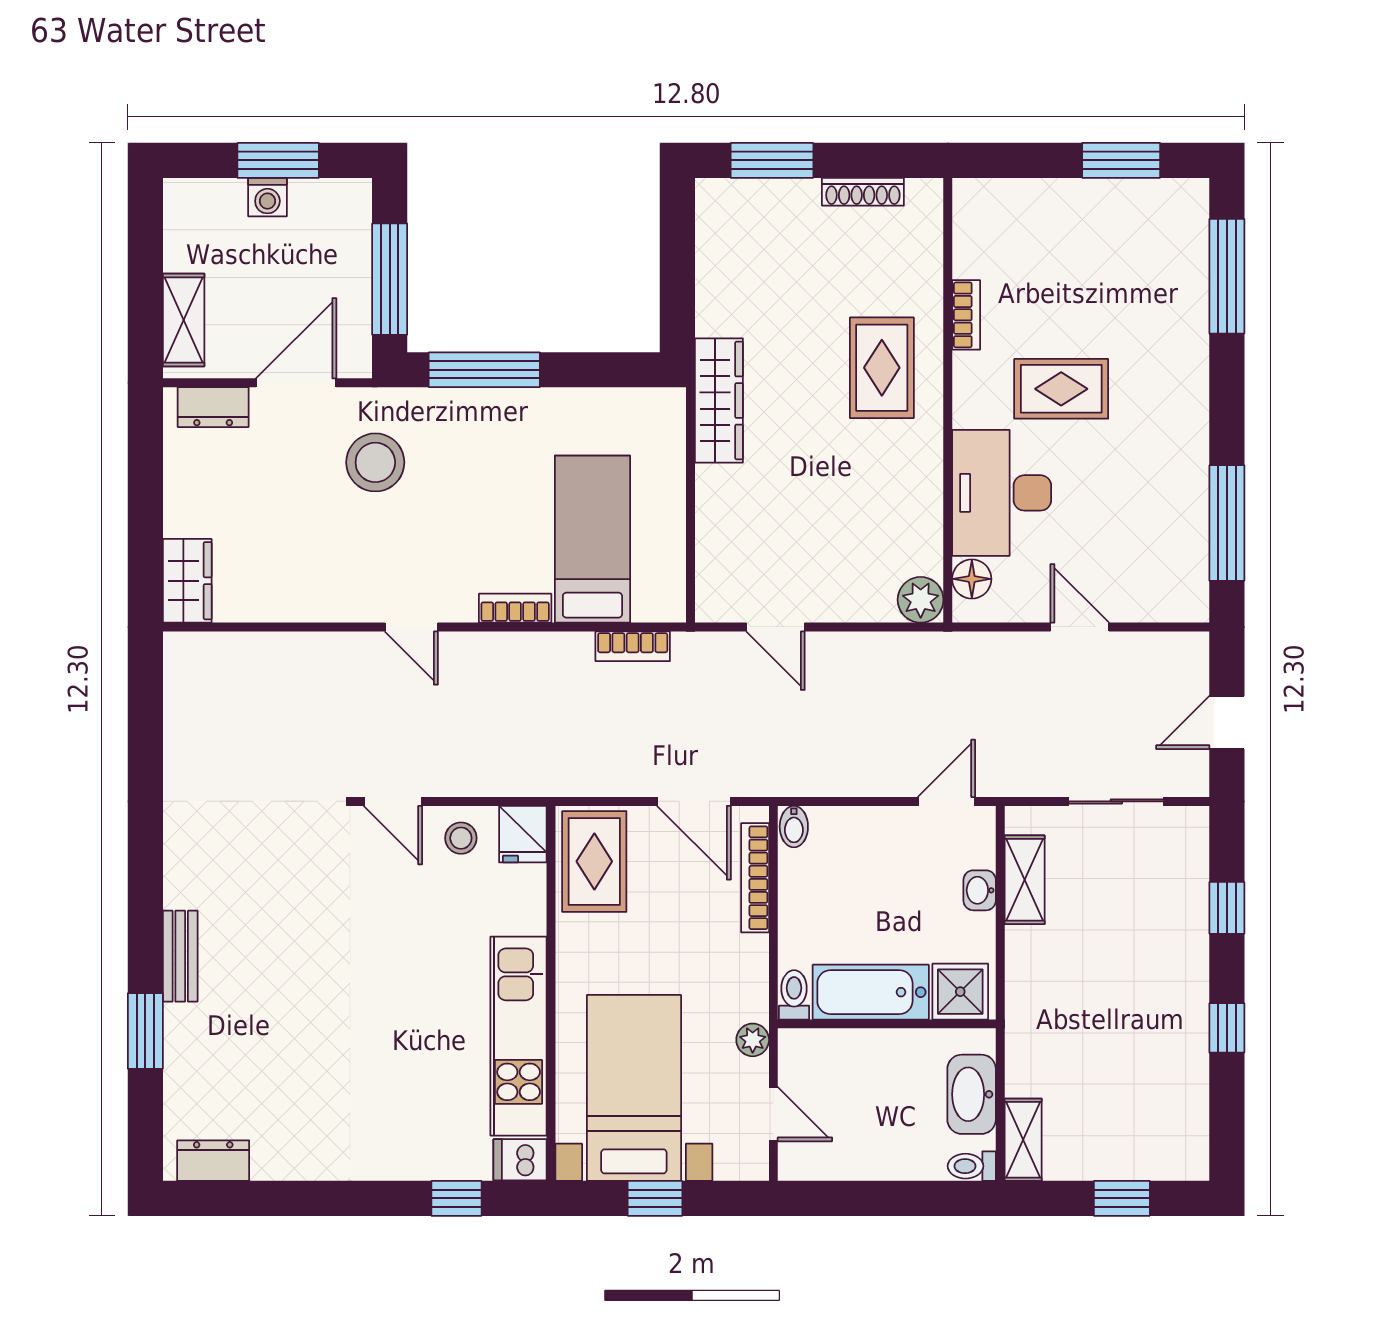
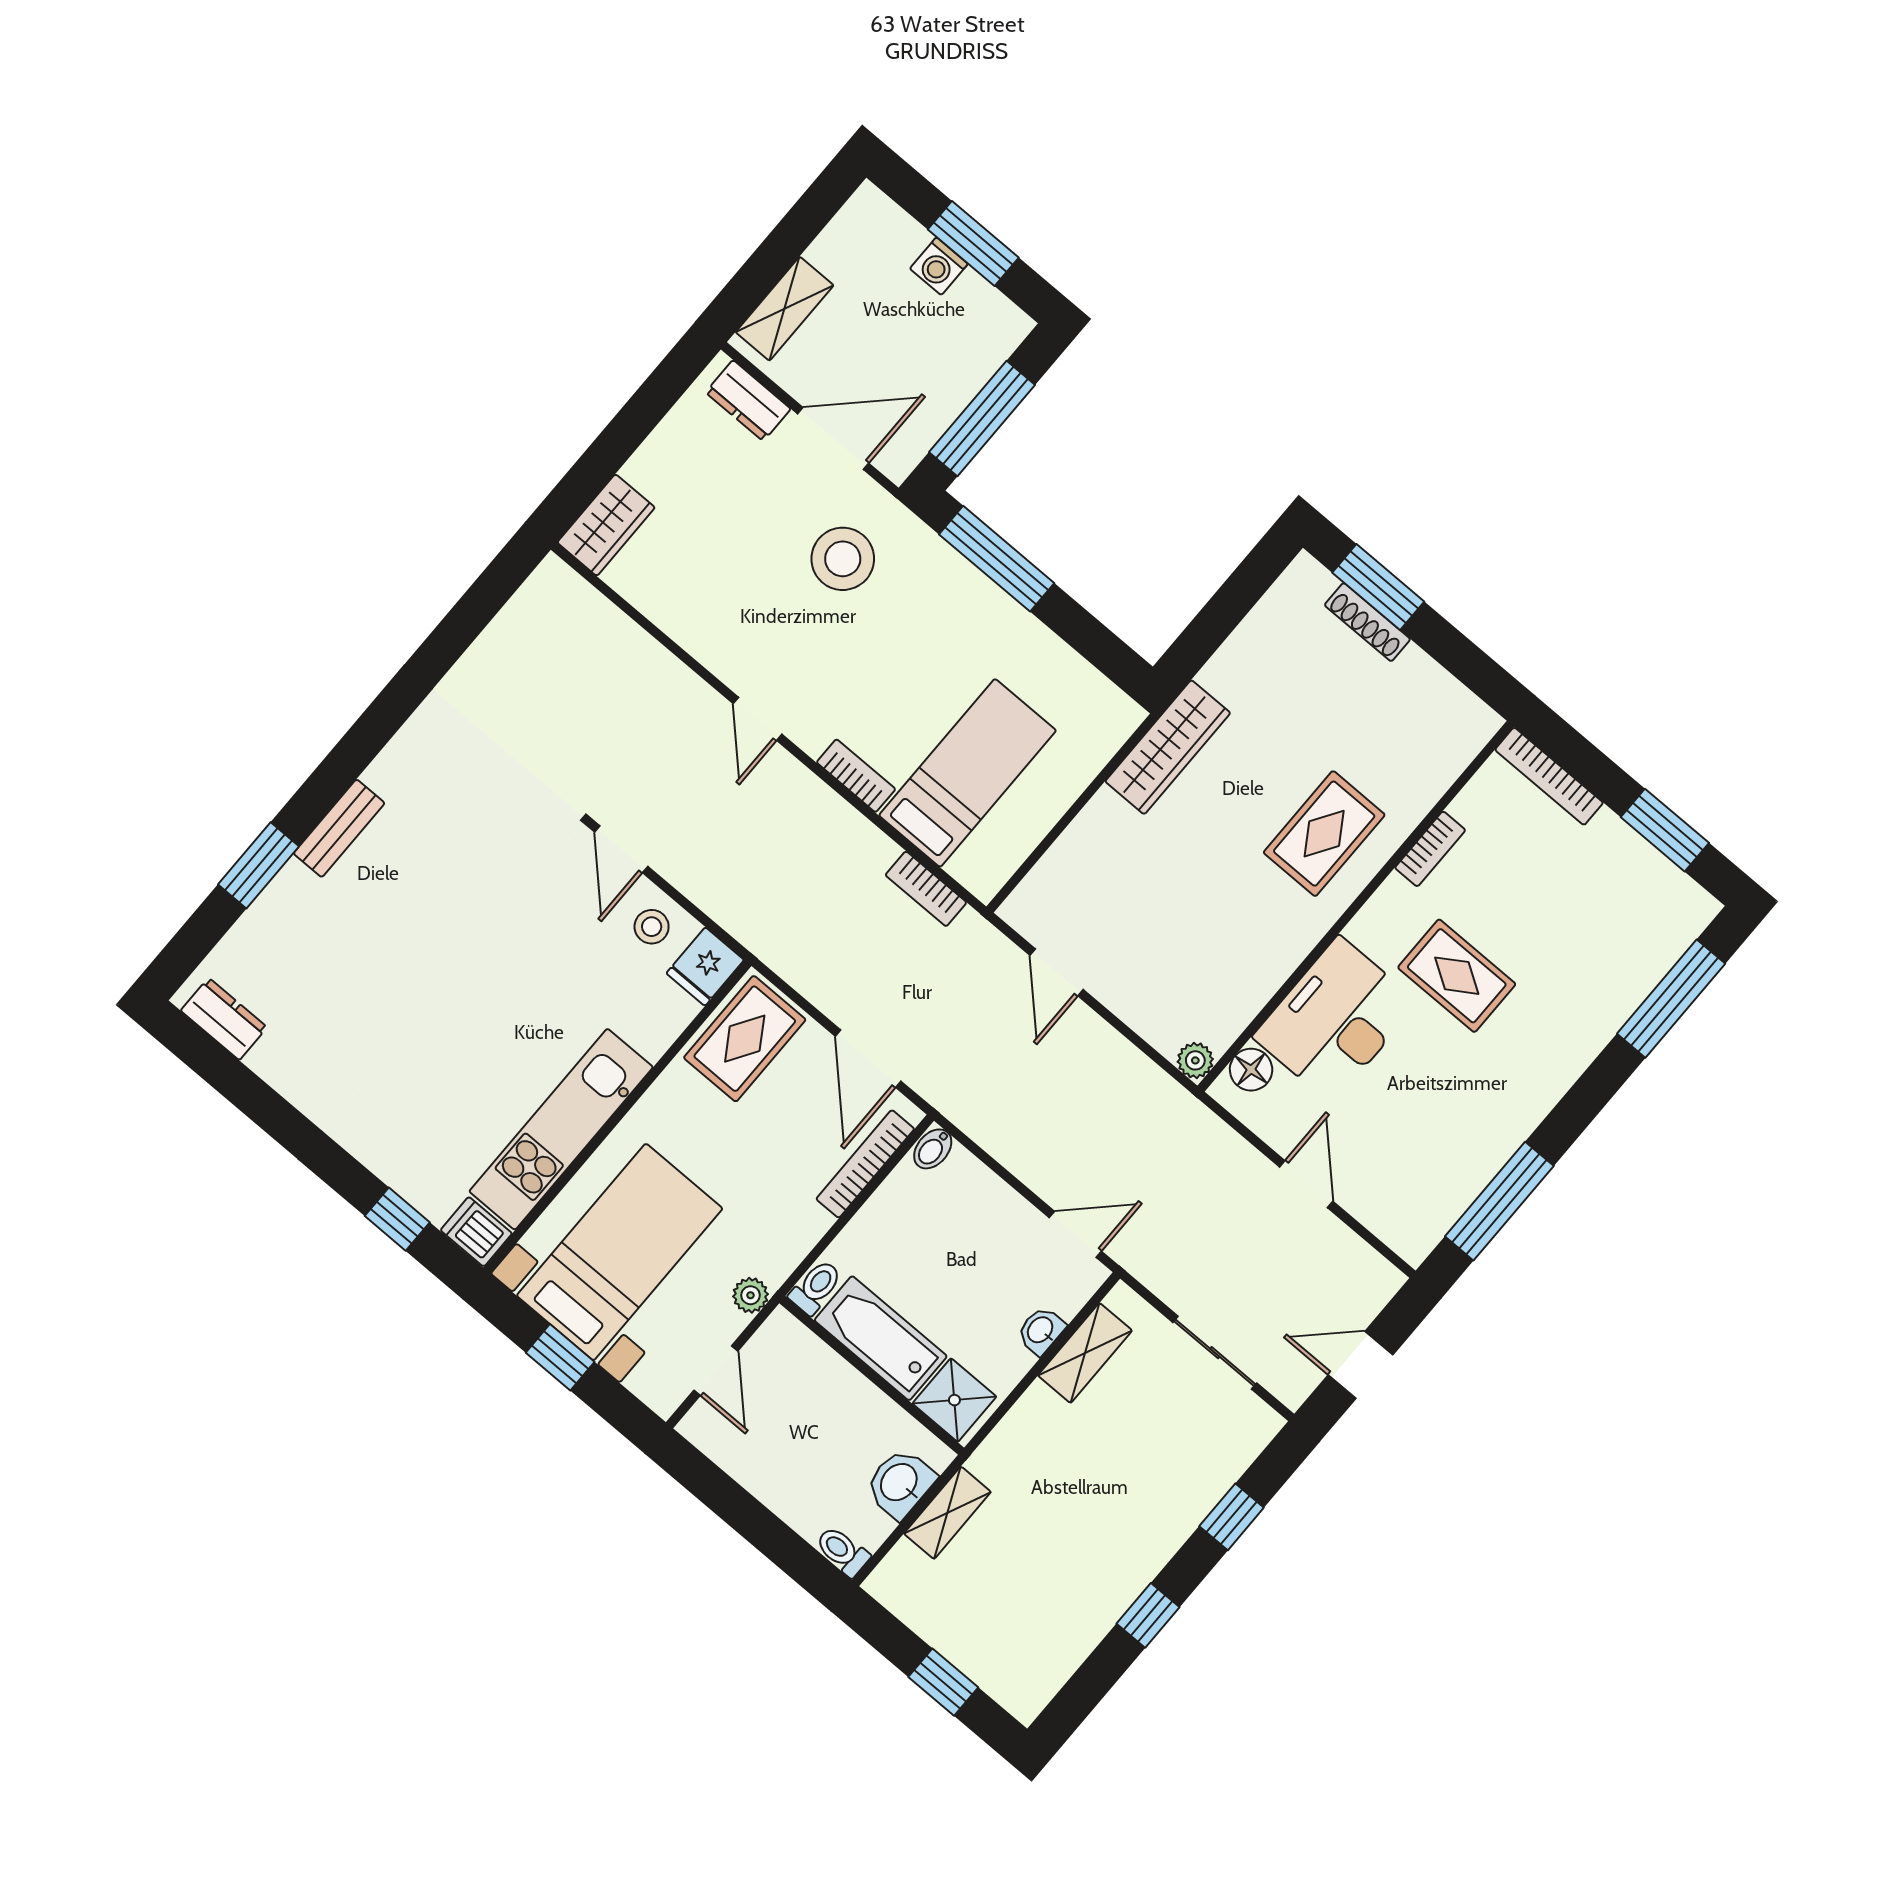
shoe rack: (863, 192) -> (1367, 622), moved
bookcase: (1007, 192) -> (1549, 776), added
plant: (921, 600) -> (1195, 1060), width x0.73, depth x0.73
washbasin: (972, 1094) -> (900, 1483), width x0.72
shelving: (1023, 1140) -> (947, 1513), moved

